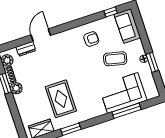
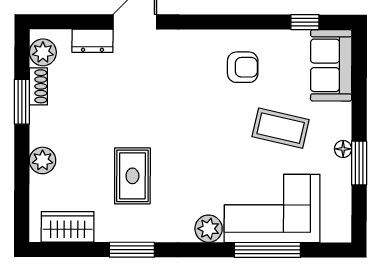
plant: (16, 88) -> (42, 160), moved
rug: (61, 99) -> (132, 176), width x0.73, depth x0.70
plant: (99, 110) -> (209, 229), added

